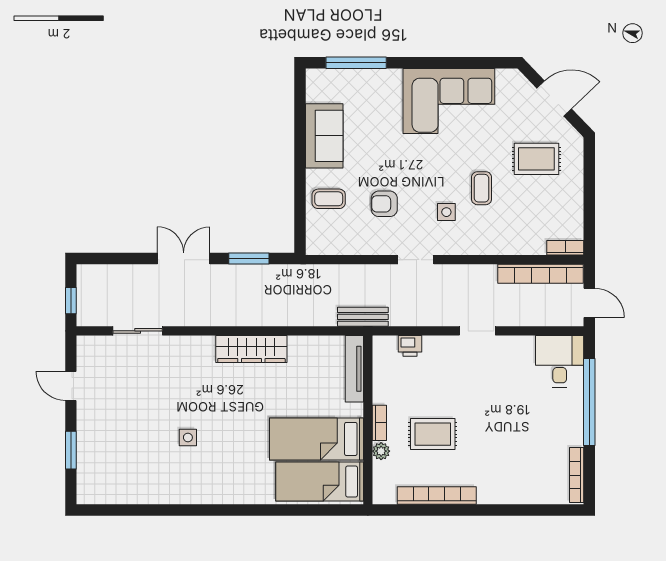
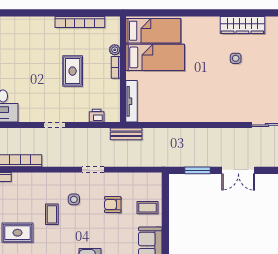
armchair: (384, 204) -> (113, 205), turned 180
wardrobe: (251, 349) -> (242, 25), moved, turned 180
rug: (433, 434) -> (73, 71), moved, turned 90

